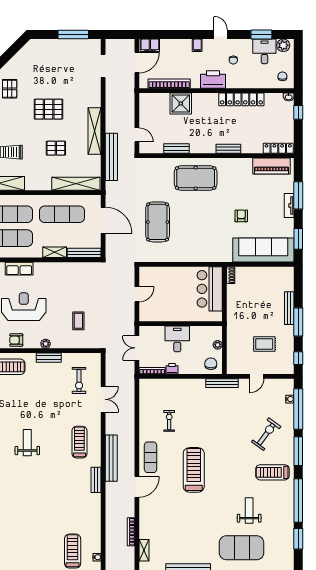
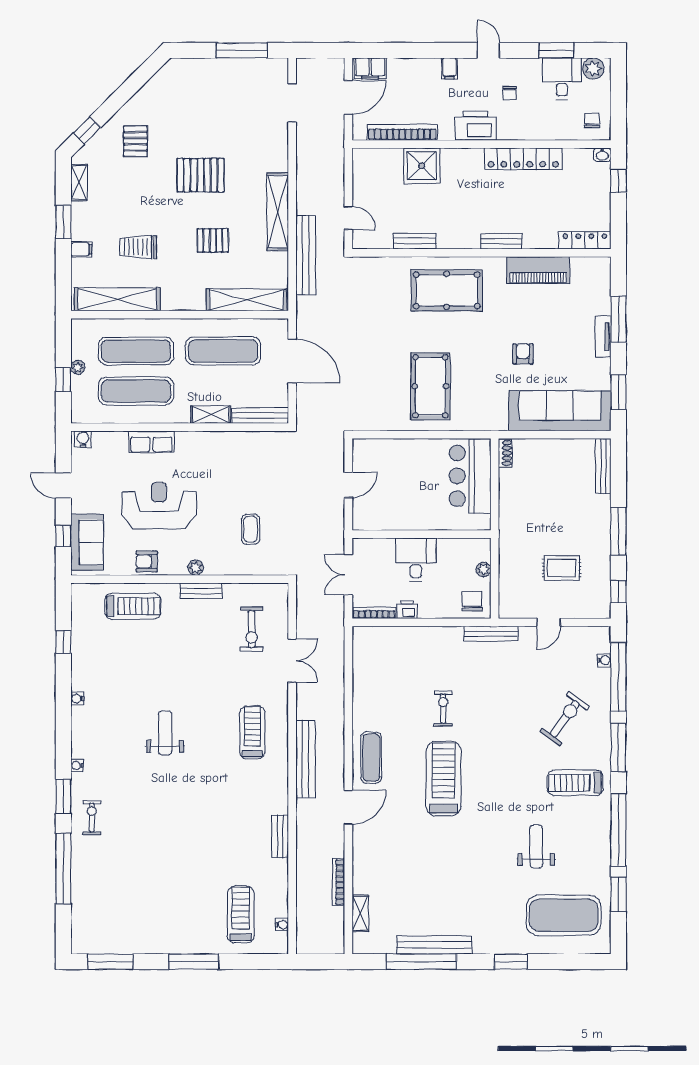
piano: (271, 166) -> (538, 270), moved
pool table: (158, 222) -> (430, 386), moved
bench: (289, 308) -> (603, 466), moved
exercise bike: (169, 421) -> (443, 709), moved
bench: (96, 480) -> (280, 836), moved
exercise mat: (242, 548) -> (564, 915), moved

